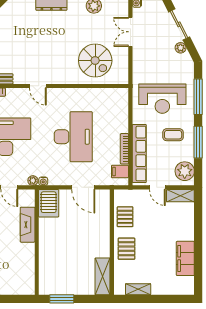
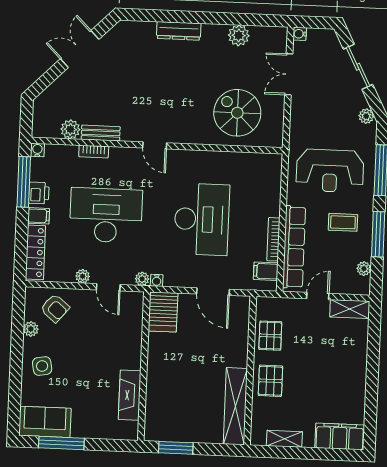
plant: (181, 48) -> (366, 116), moved
spiral stairs: (95, 61) -> (237, 113), turned 180
plant: (185, 171) -> (364, 269), width x0.53, depth x0.53
door: (157, 187) -> (318, 296), swing flipped
fireplace: (28, 225) -> (130, 395), moved
filing cabinet: (185, 258) -> (340, 436), moved, turned 90
shelving: (102, 276) -> (235, 406), width x1.47

